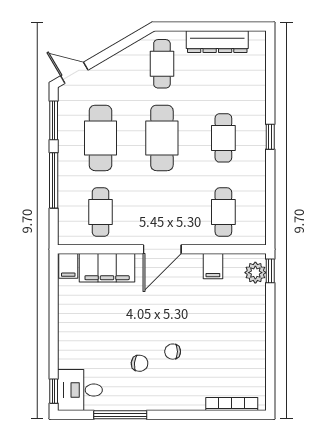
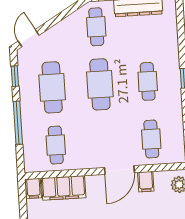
door: (74, 73) -> (29, 38), hinge flipped
window: (54, 120) -> (15, 76), width x0.67
door: (162, 249) -> (119, 170), moved

